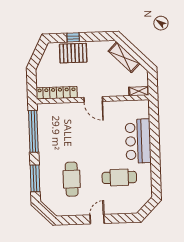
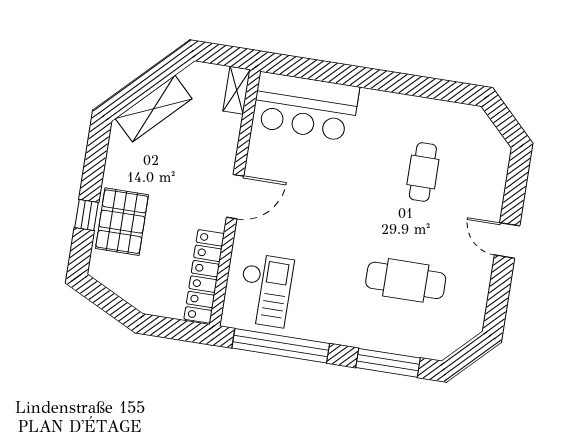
checkout: (56, 120) -> (265, 290), added
bar counter: (138, 141) -> (306, 107), moved
cafe table: (119, 177) -> (423, 172), width x0.73, depth x0.74

